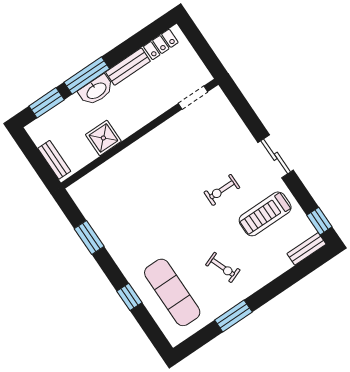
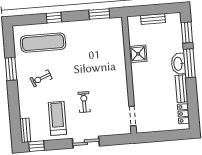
doorway: (193, 98) -> (132, 116), moved
wall: (140, 134) -> (129, 75), moved
shower: (103, 138) -> (138, 54), moved

